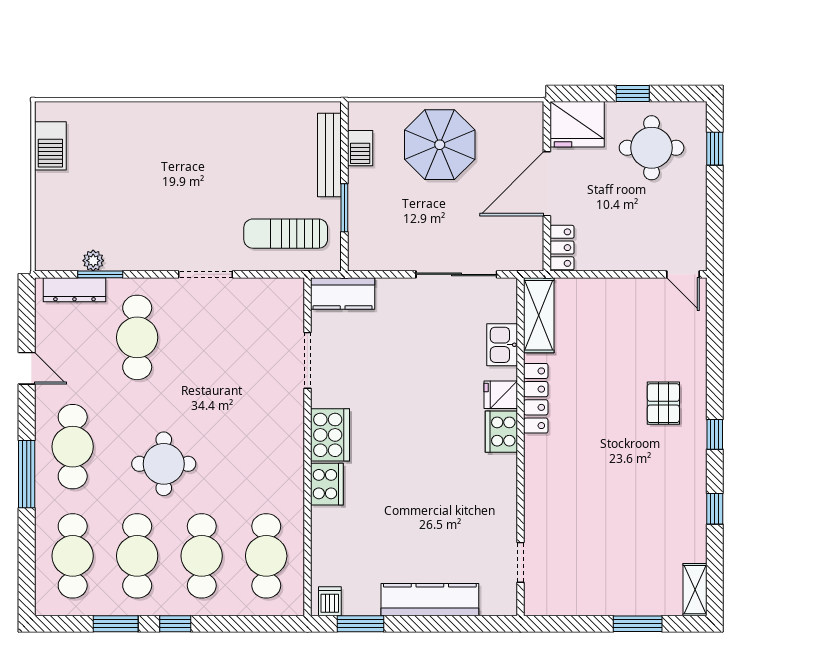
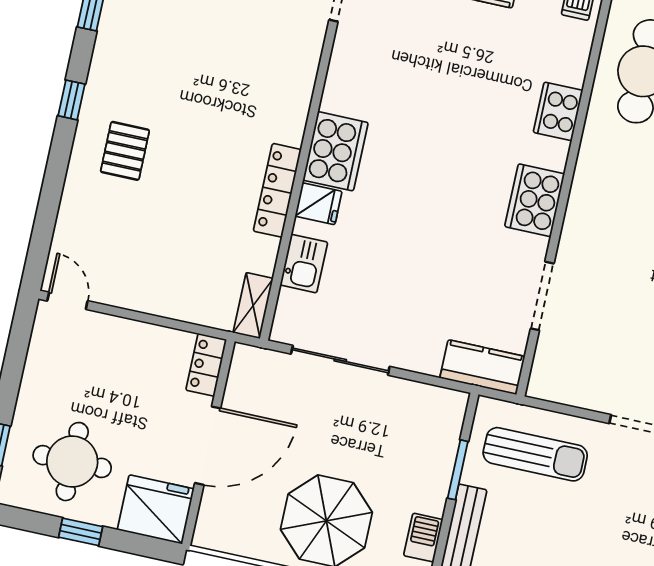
shelving: (539, 315) -> (253, 306), width x0.67, depth x0.75
cooker: (501, 432) -> (336, 151), width x1.37, depth x1.31
cooker: (327, 484) -> (558, 111), moved

